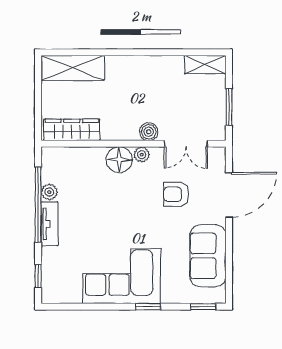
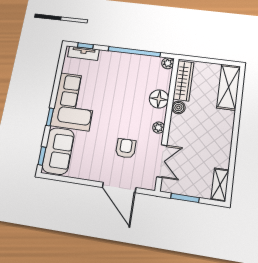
boiler: (149, 132) -> (178, 108), moved
double door: (186, 144) -> (162, 161), swing flipped
floor lamp: (119, 160) -> (159, 99), moved
plant: (49, 192) -> (168, 63), moved
tv unit: (49, 224) -> (83, 53), moved
sofa: (208, 256) -> (58, 151), moved, turned 90

